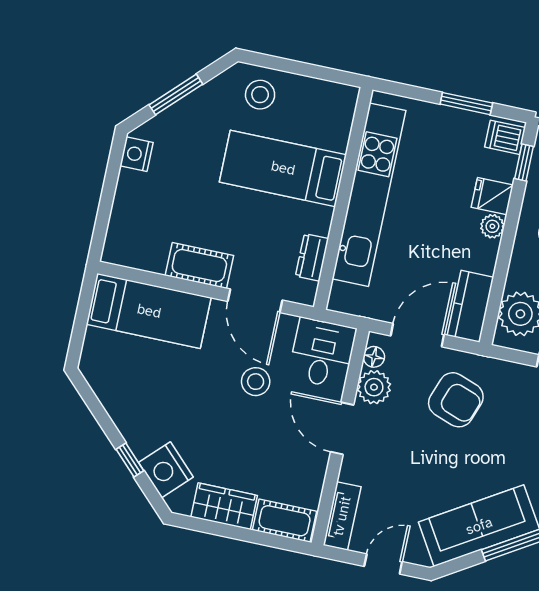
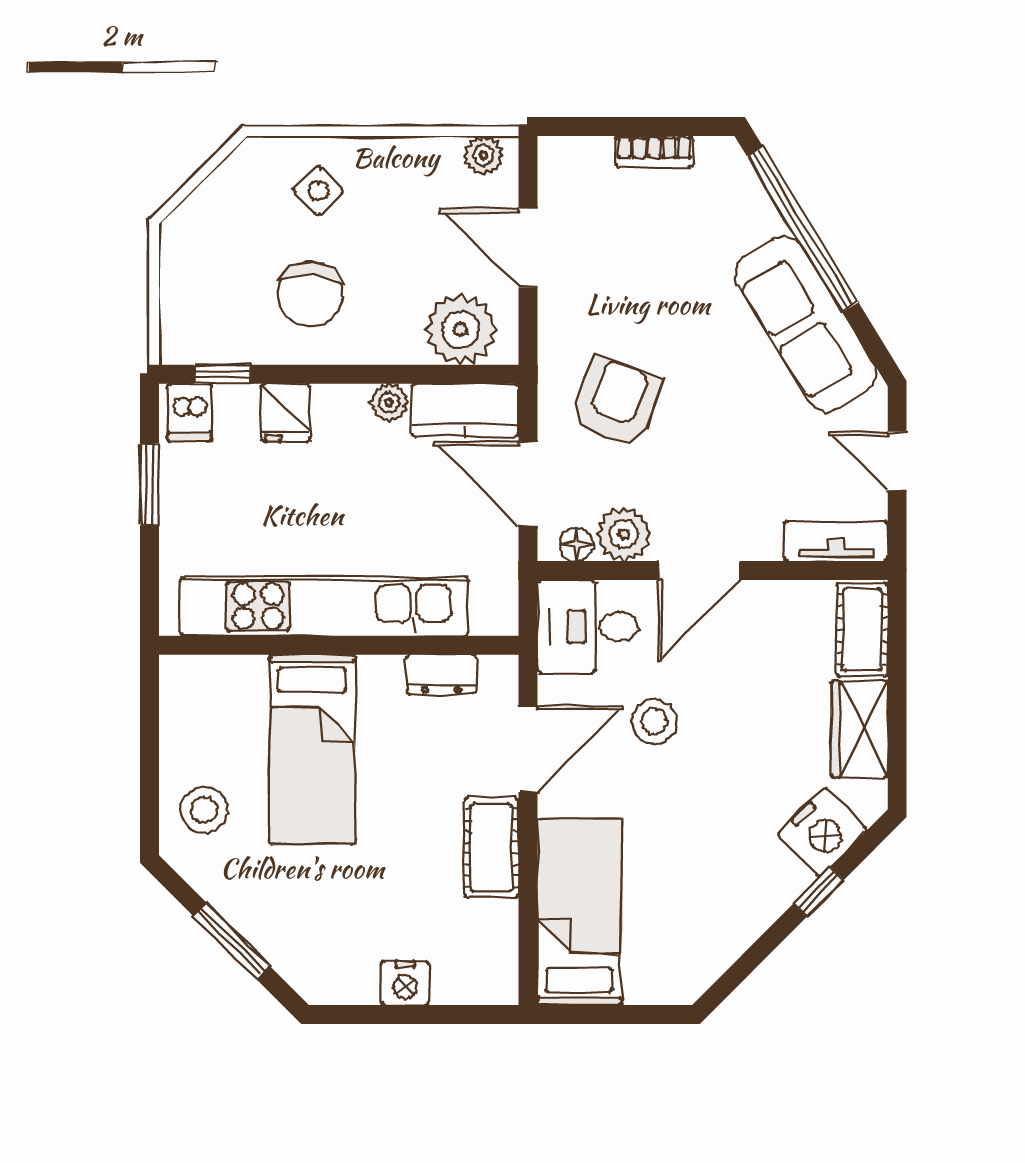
nightstand: (137, 154) -> (405, 983), moved
plant: (492, 226) -> (389, 403), moved

